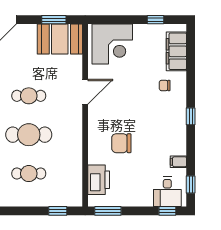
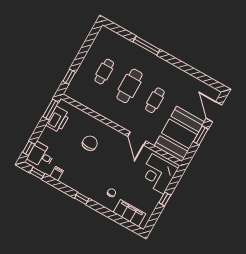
window: (54, 20) -> (201, 135), moved
window: (156, 20) -> (165, 199), moved
booth: (60, 39) -> (179, 134), width x1.36, depth x1.42
printer: (99, 180) -> (58, 119), moved, turned -90

